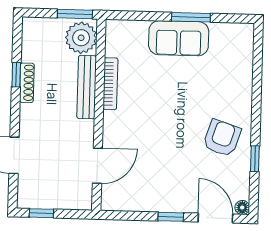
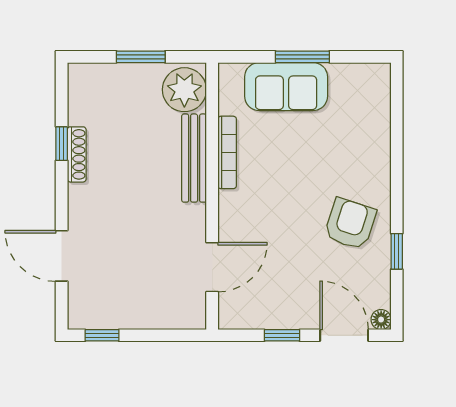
plant: (81, 38) -> (184, 90), moved
bookcase: (110, 84) -> (227, 152), moved
bench: (87, 87) -> (194, 158), moved
wall: (99, 115) -> (212, 196), moved
door: (97, 166) -> (212, 267), moved

